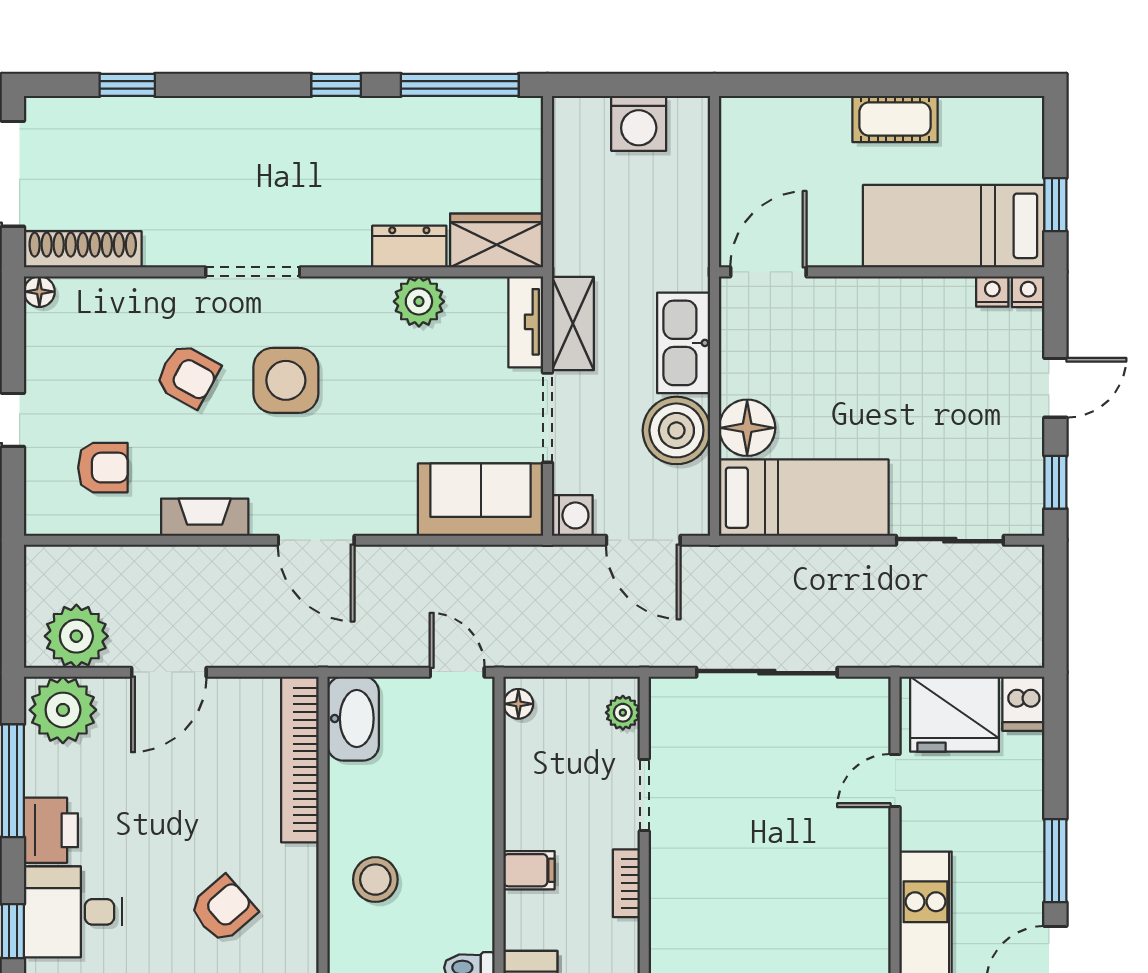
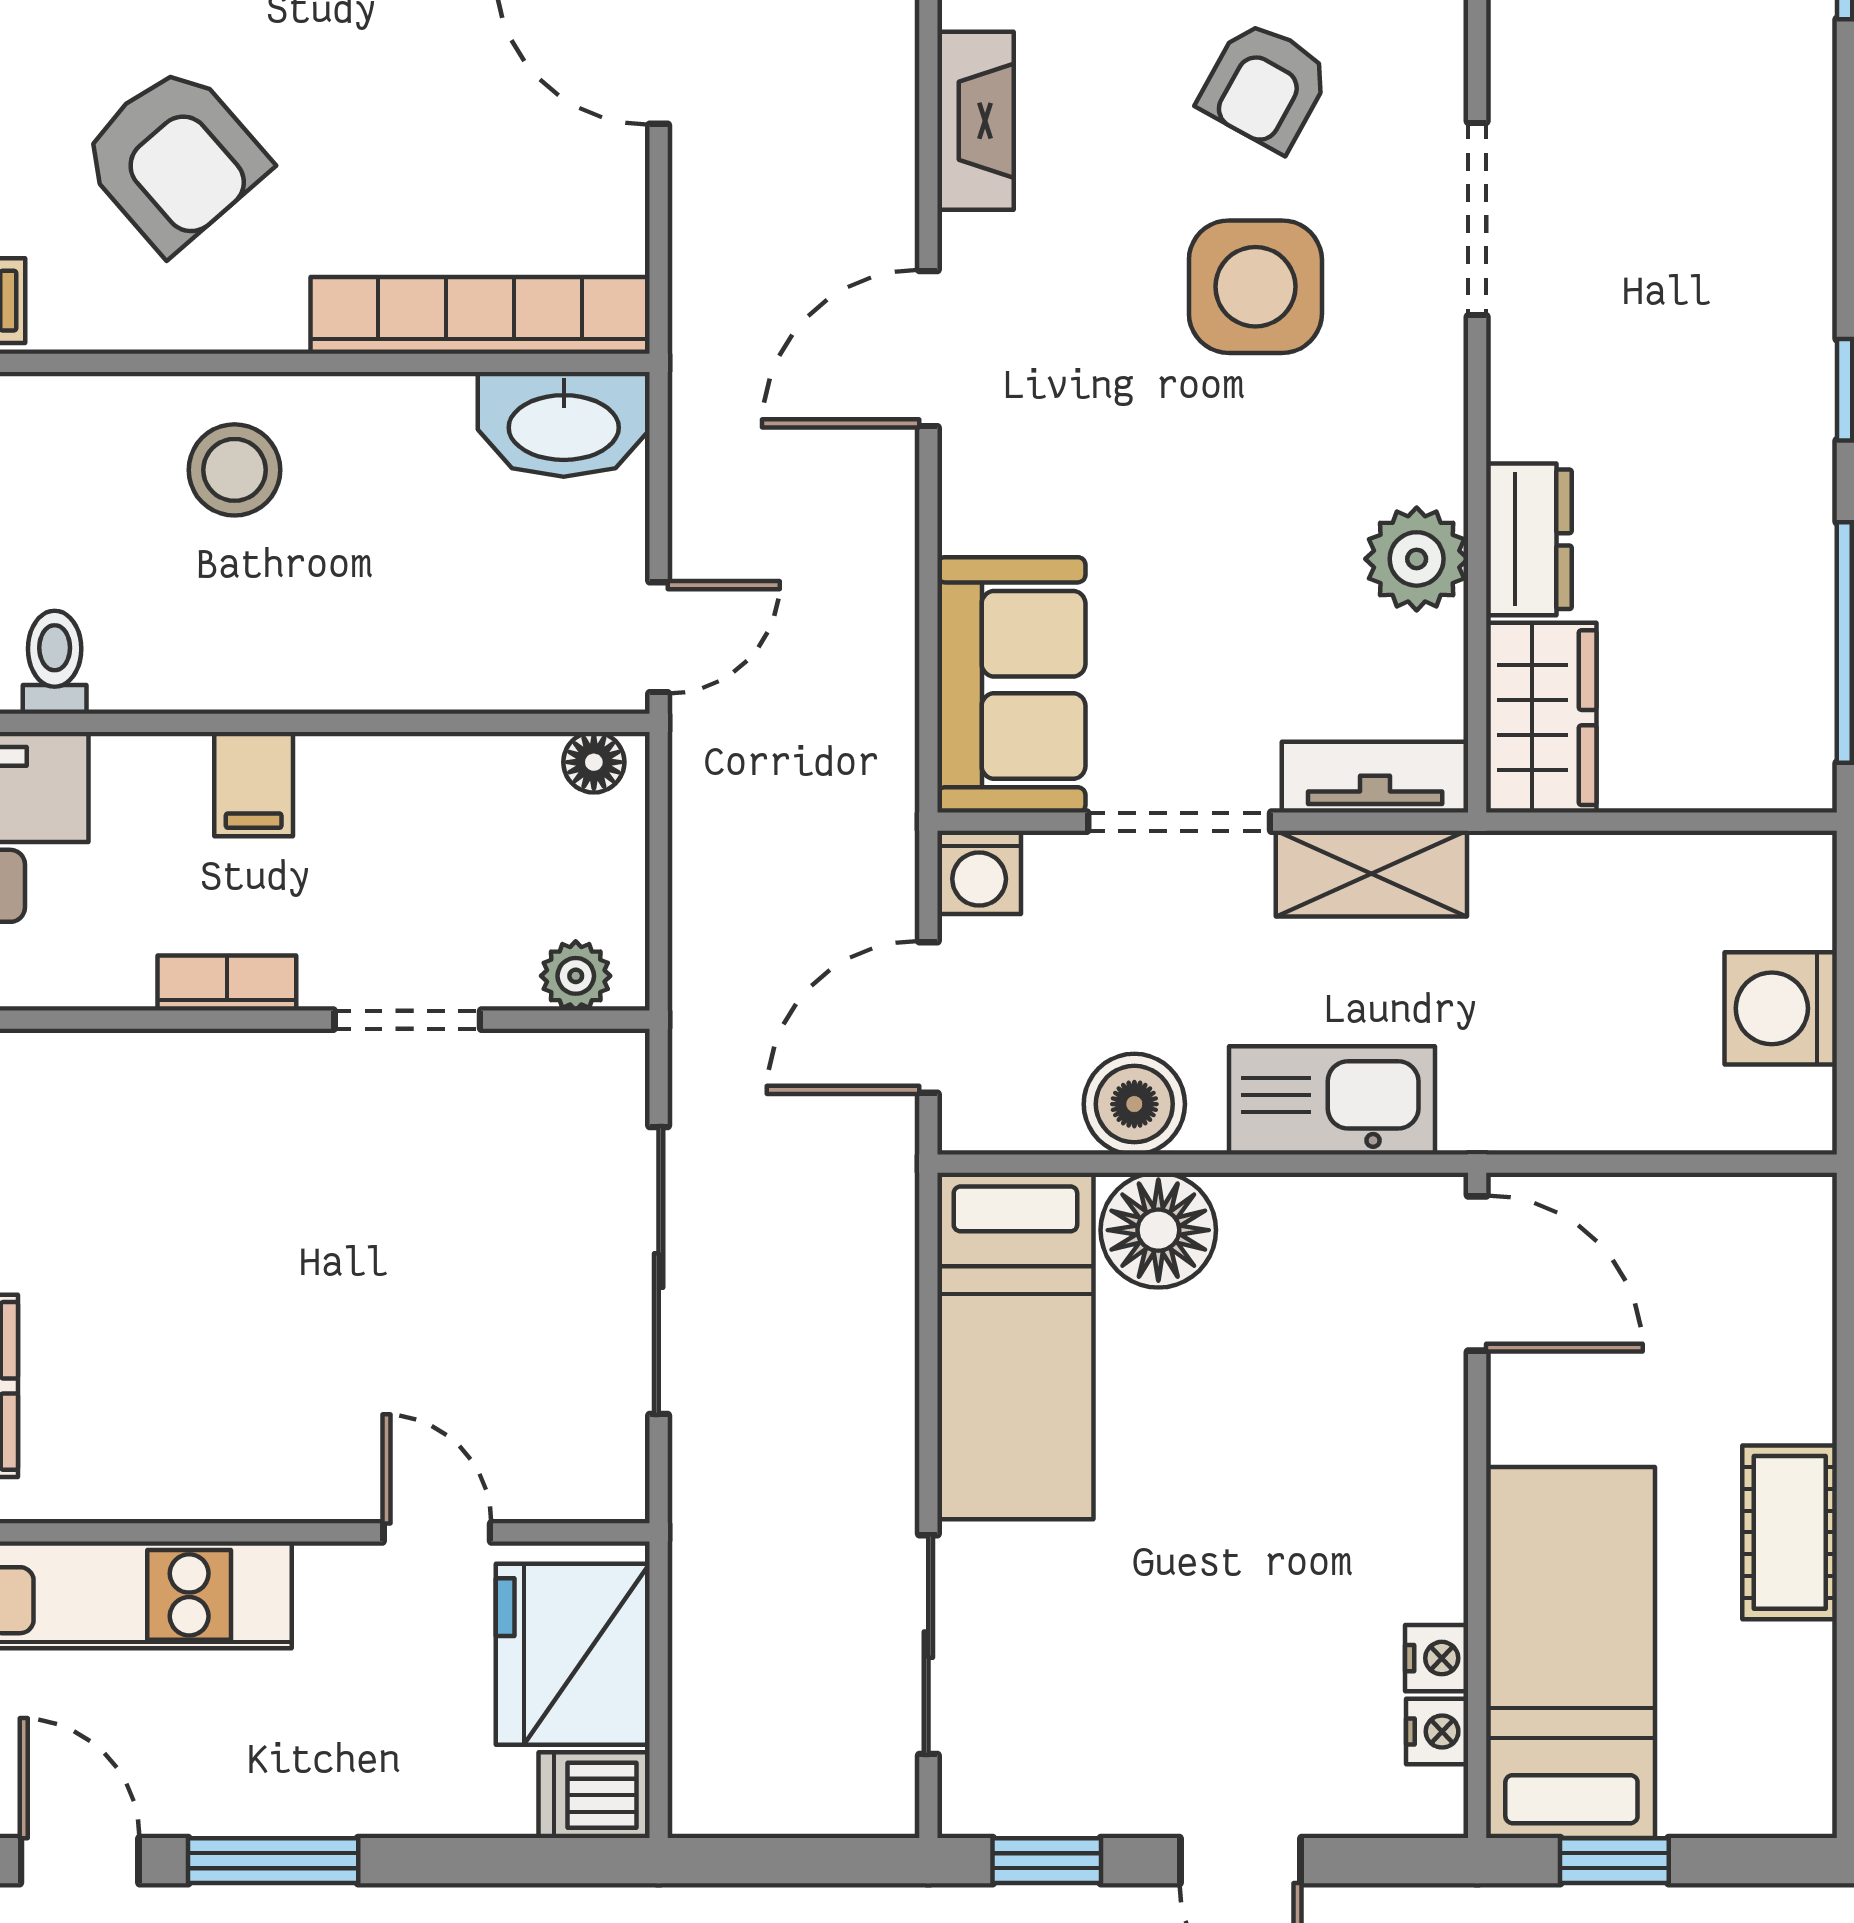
nightstand: (1028, 292) -> (1437, 1658), moved
boiler: (676, 430) -> (1134, 1104), width x0.73, depth x0.73
armchair: (223, 909) -> (174, 159), width x1.38, depth x1.38

